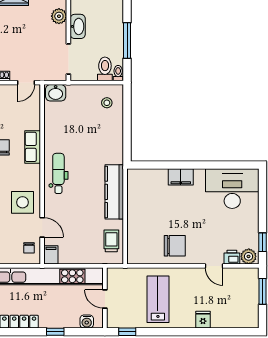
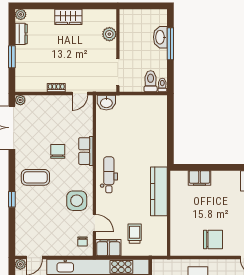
washbasin: (78, 26) -> (160, 37), moved, turned 180
window: (127, 41) -> (170, 44), moved
stool: (107, 103) -> (152, 112), removed
filing cabinet: (181, 177) -> (200, 178), moved
trolley: (111, 241) -> (135, 234), moved
filing cabinet: (51, 255) -> (108, 248), width x2.00

